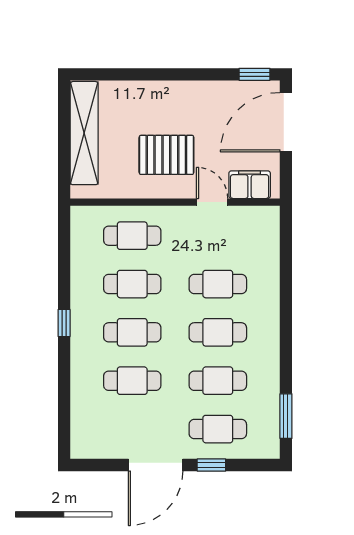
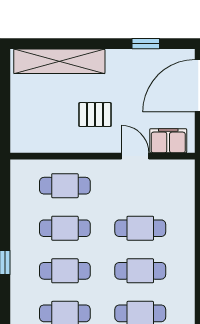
window: (255, 74) -> (146, 44), moved
shelving: (84, 133) -> (59, 61), moved, turned 90
pallet: (166, 155) -> (95, 115), width x0.67, depth x0.71

